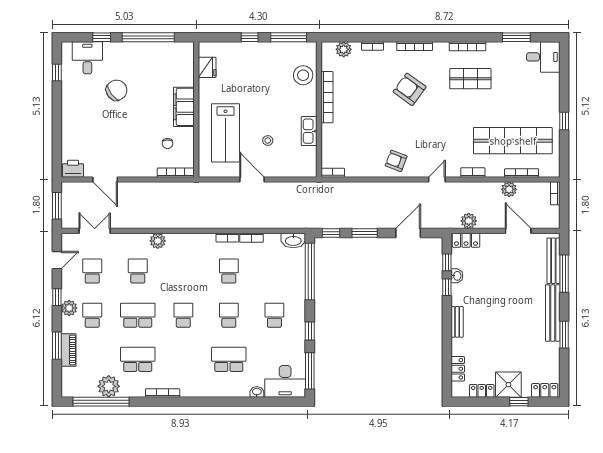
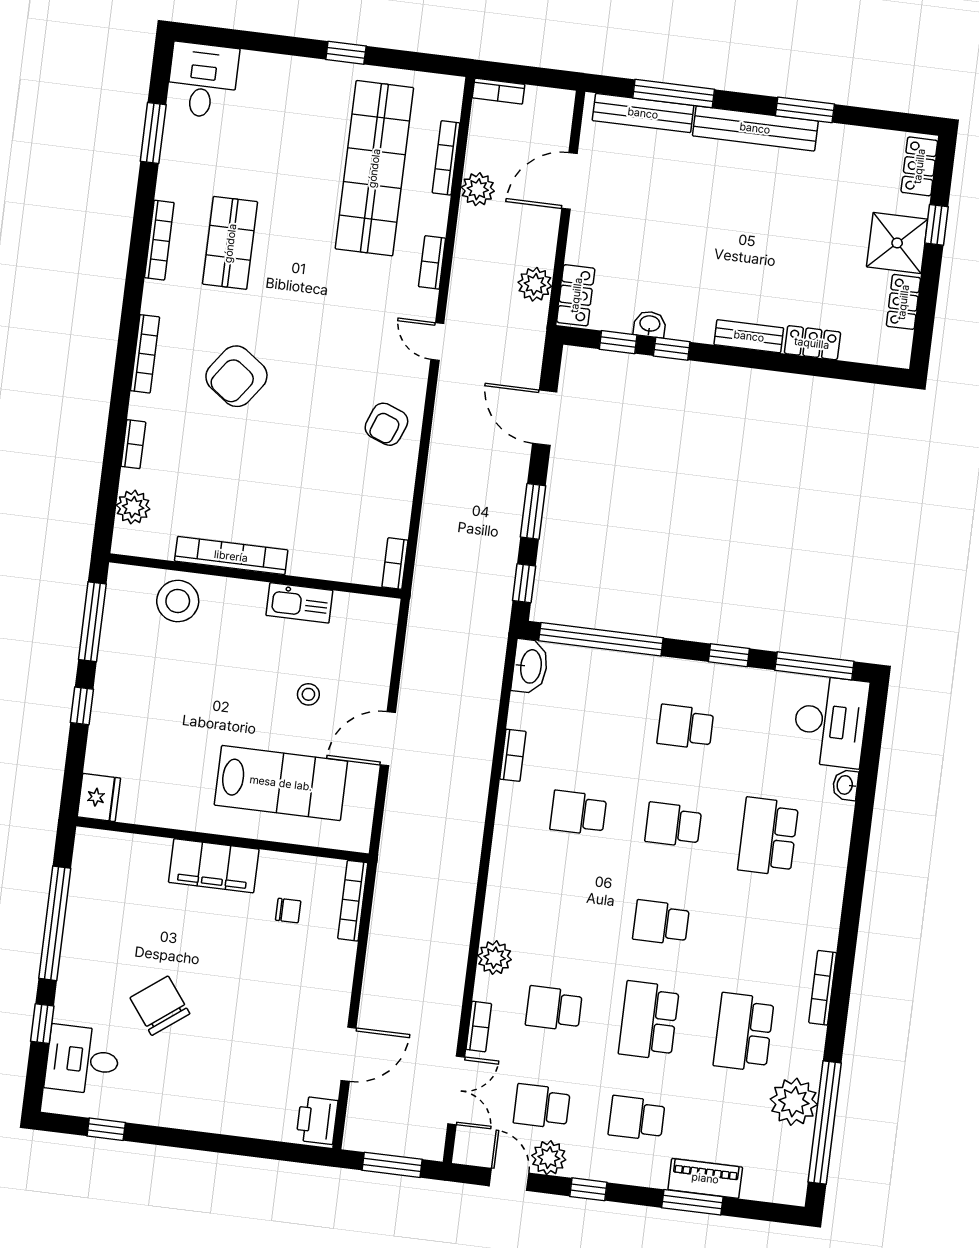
fridge: (207, 67) -> (99, 798), moved, turned 90
double door: (95, 231) -> (456, 1090), swing flipped
bookcase: (227, 238) -> (479, 1027), moved
plant: (69, 308) -> (549, 1158), moved
locker: (458, 369) -> (812, 343), moved

